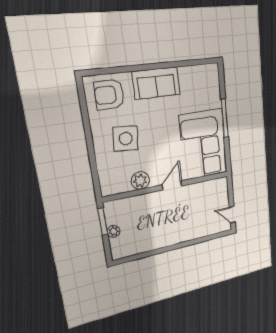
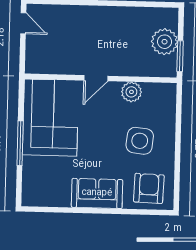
armchair: (109, 95) -> (149, 188), turned -88
plant: (114, 231) -> (165, 42), width x1.88, depth x1.88

